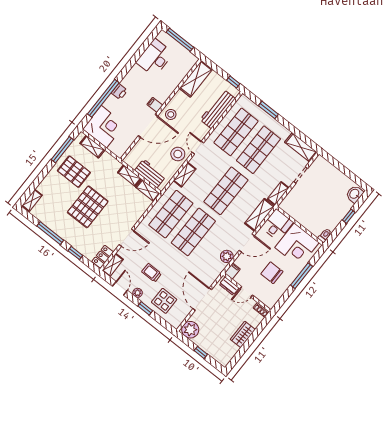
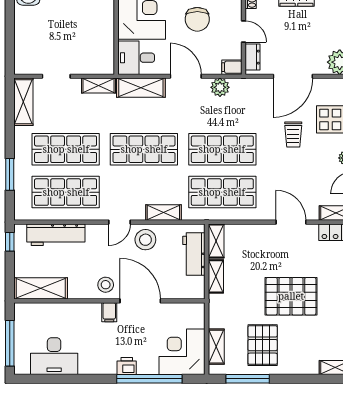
trolley: (152, 273) -> (293, 134), moved

